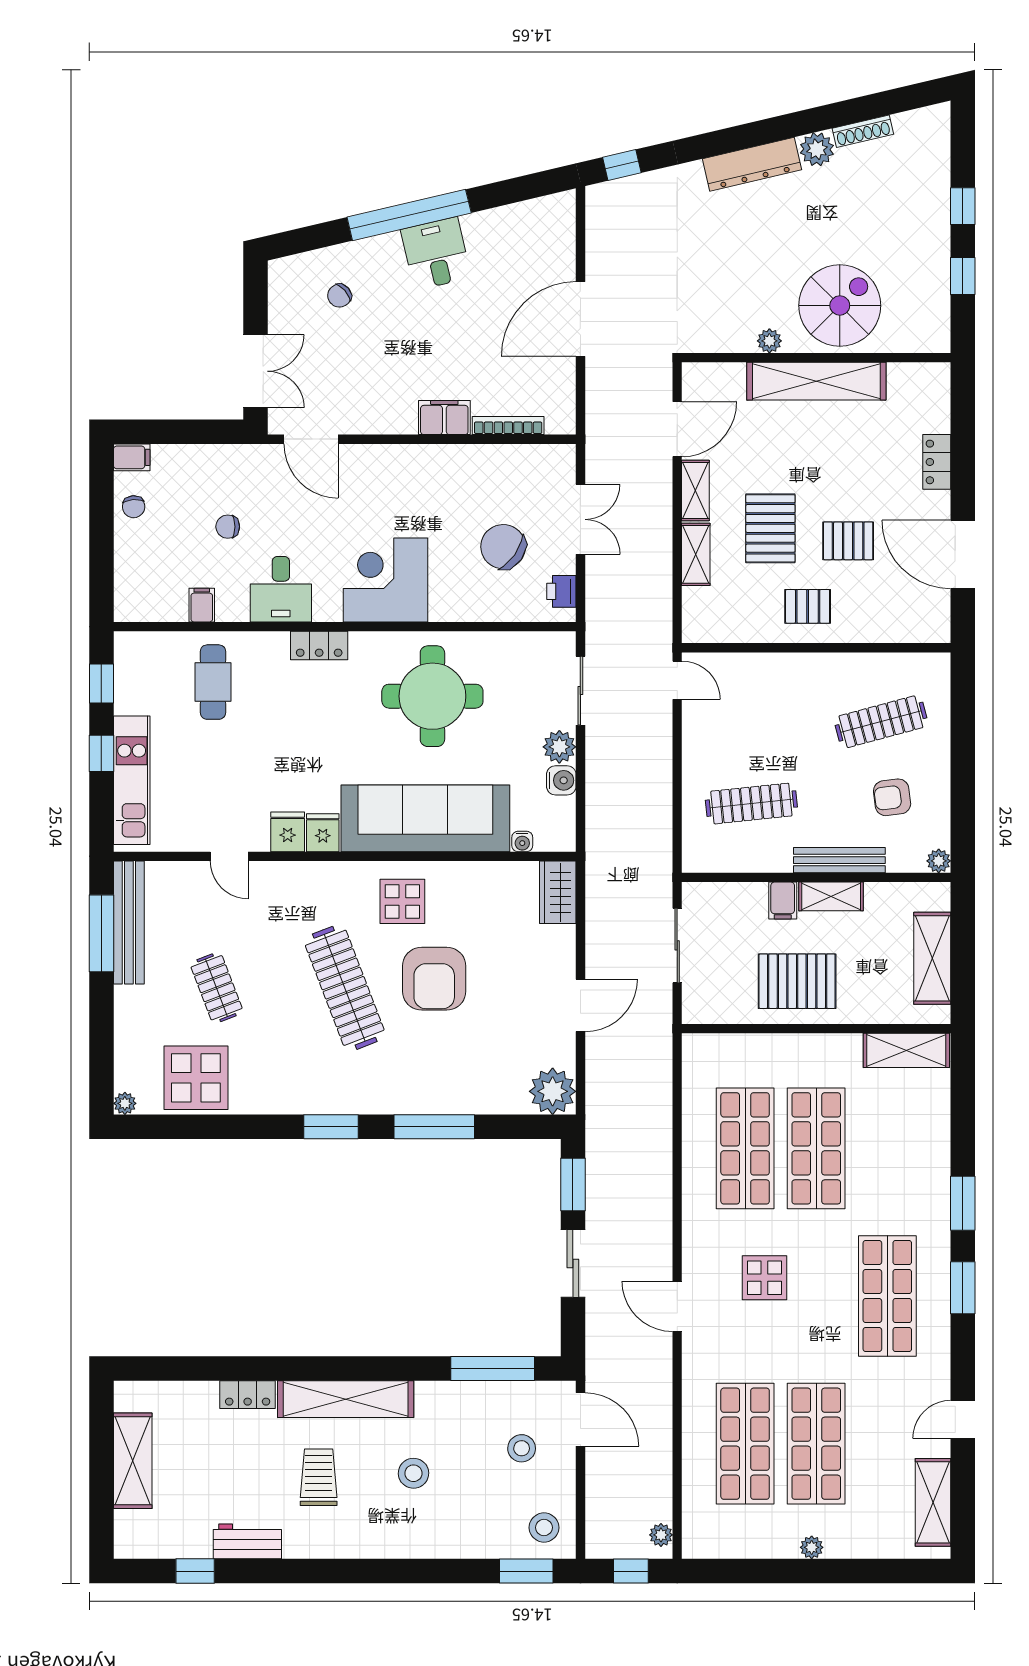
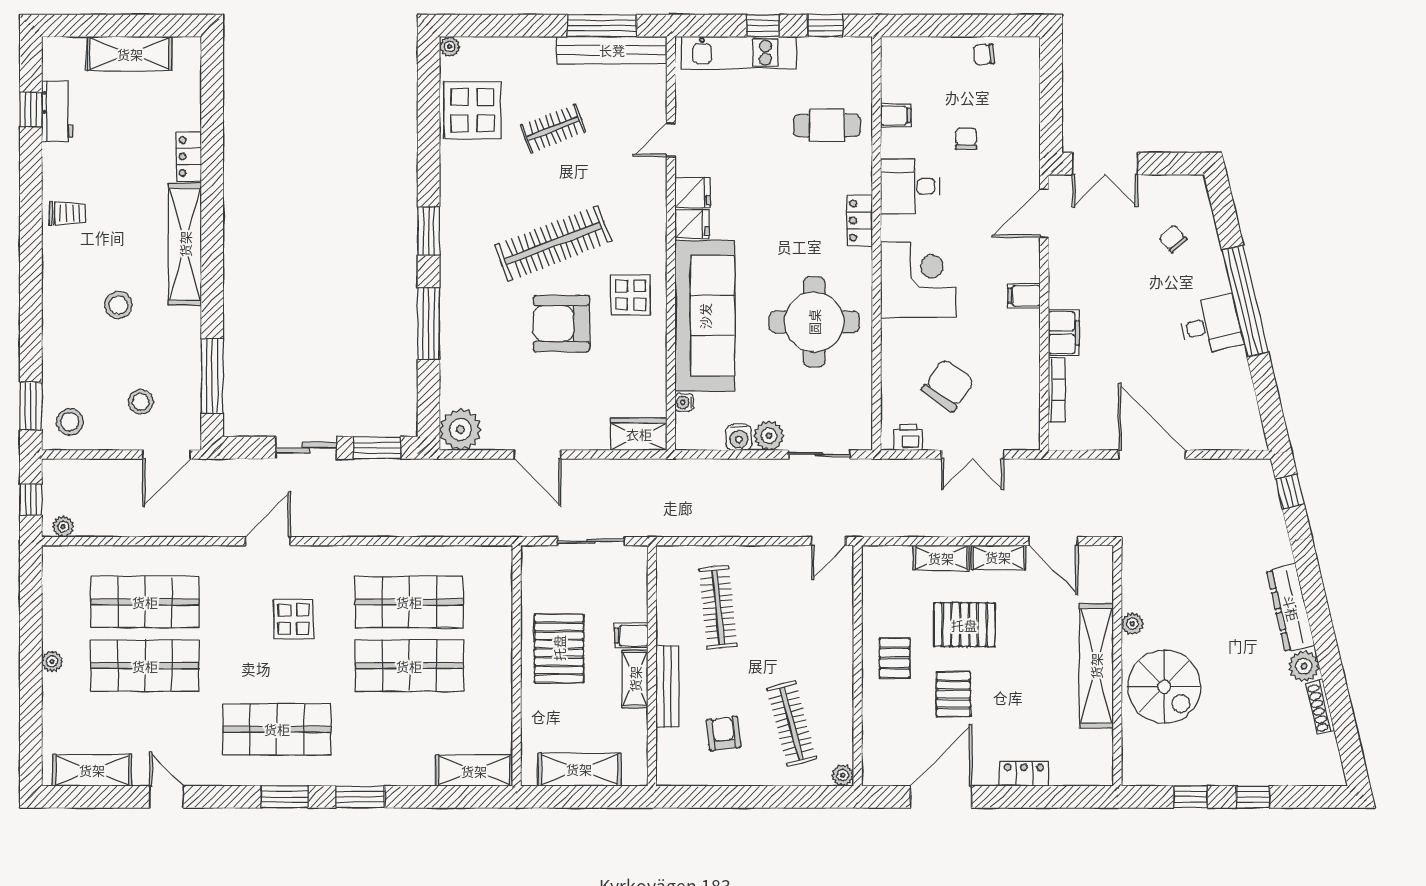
filing cabinet: (132, 457) -> (1024, 296), moved, turned 90
plant: (939, 861) -> (843, 775), moved
shelving: (906, 1050) -> (474, 771), moved, turned 90
trolley: (319, 1477) -> (67, 213), moved, width x0.73, depth x0.72
workbench: (247, 1541) -> (57, 112), moved

